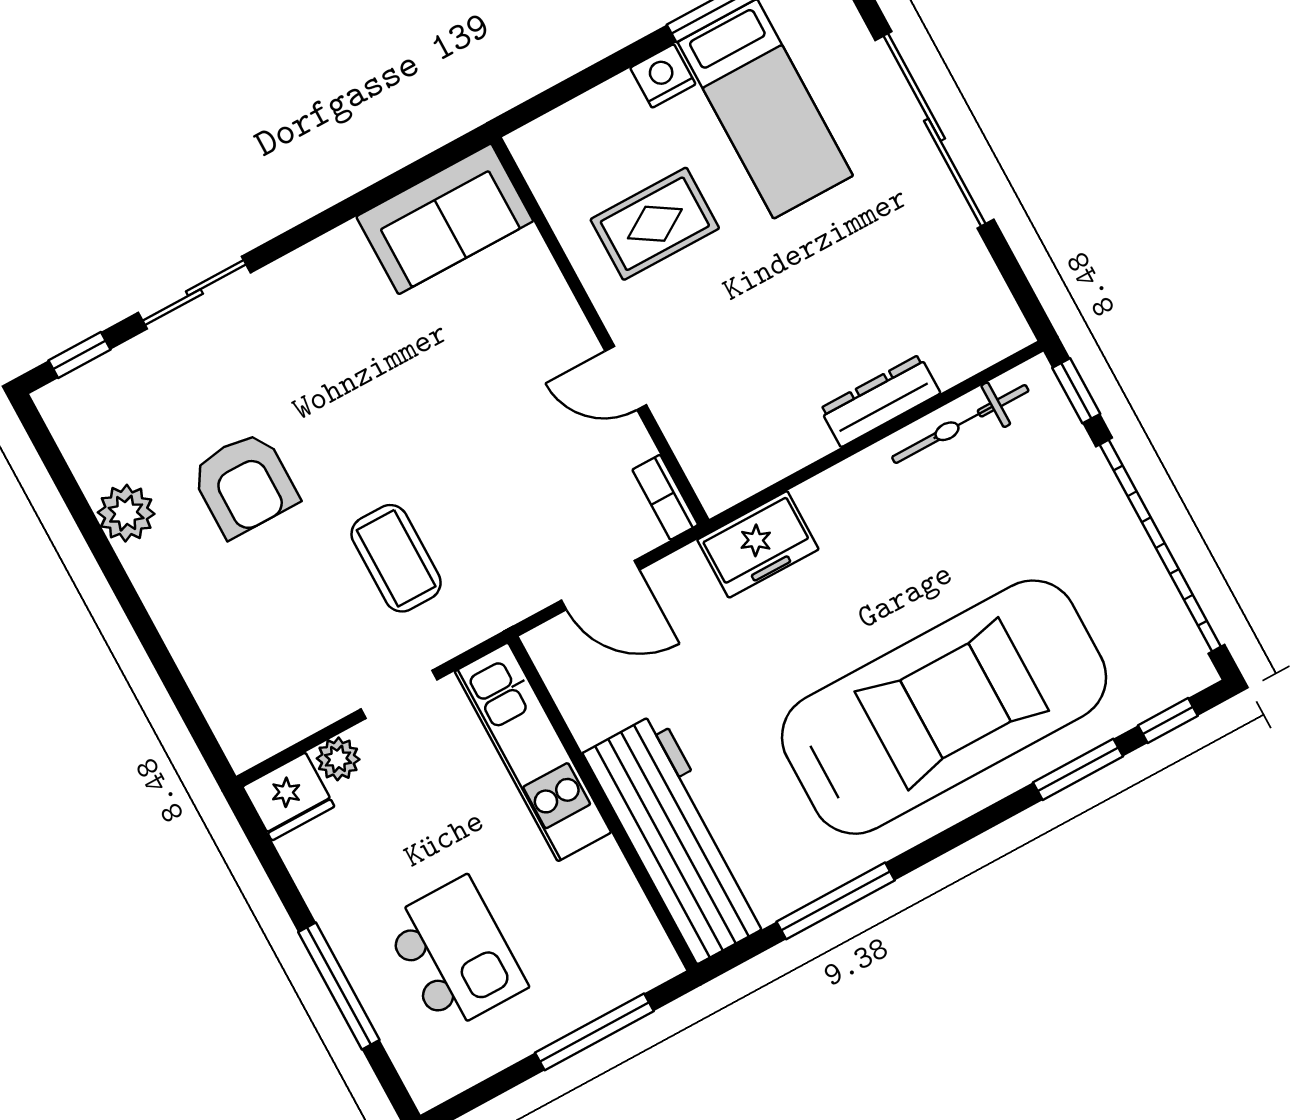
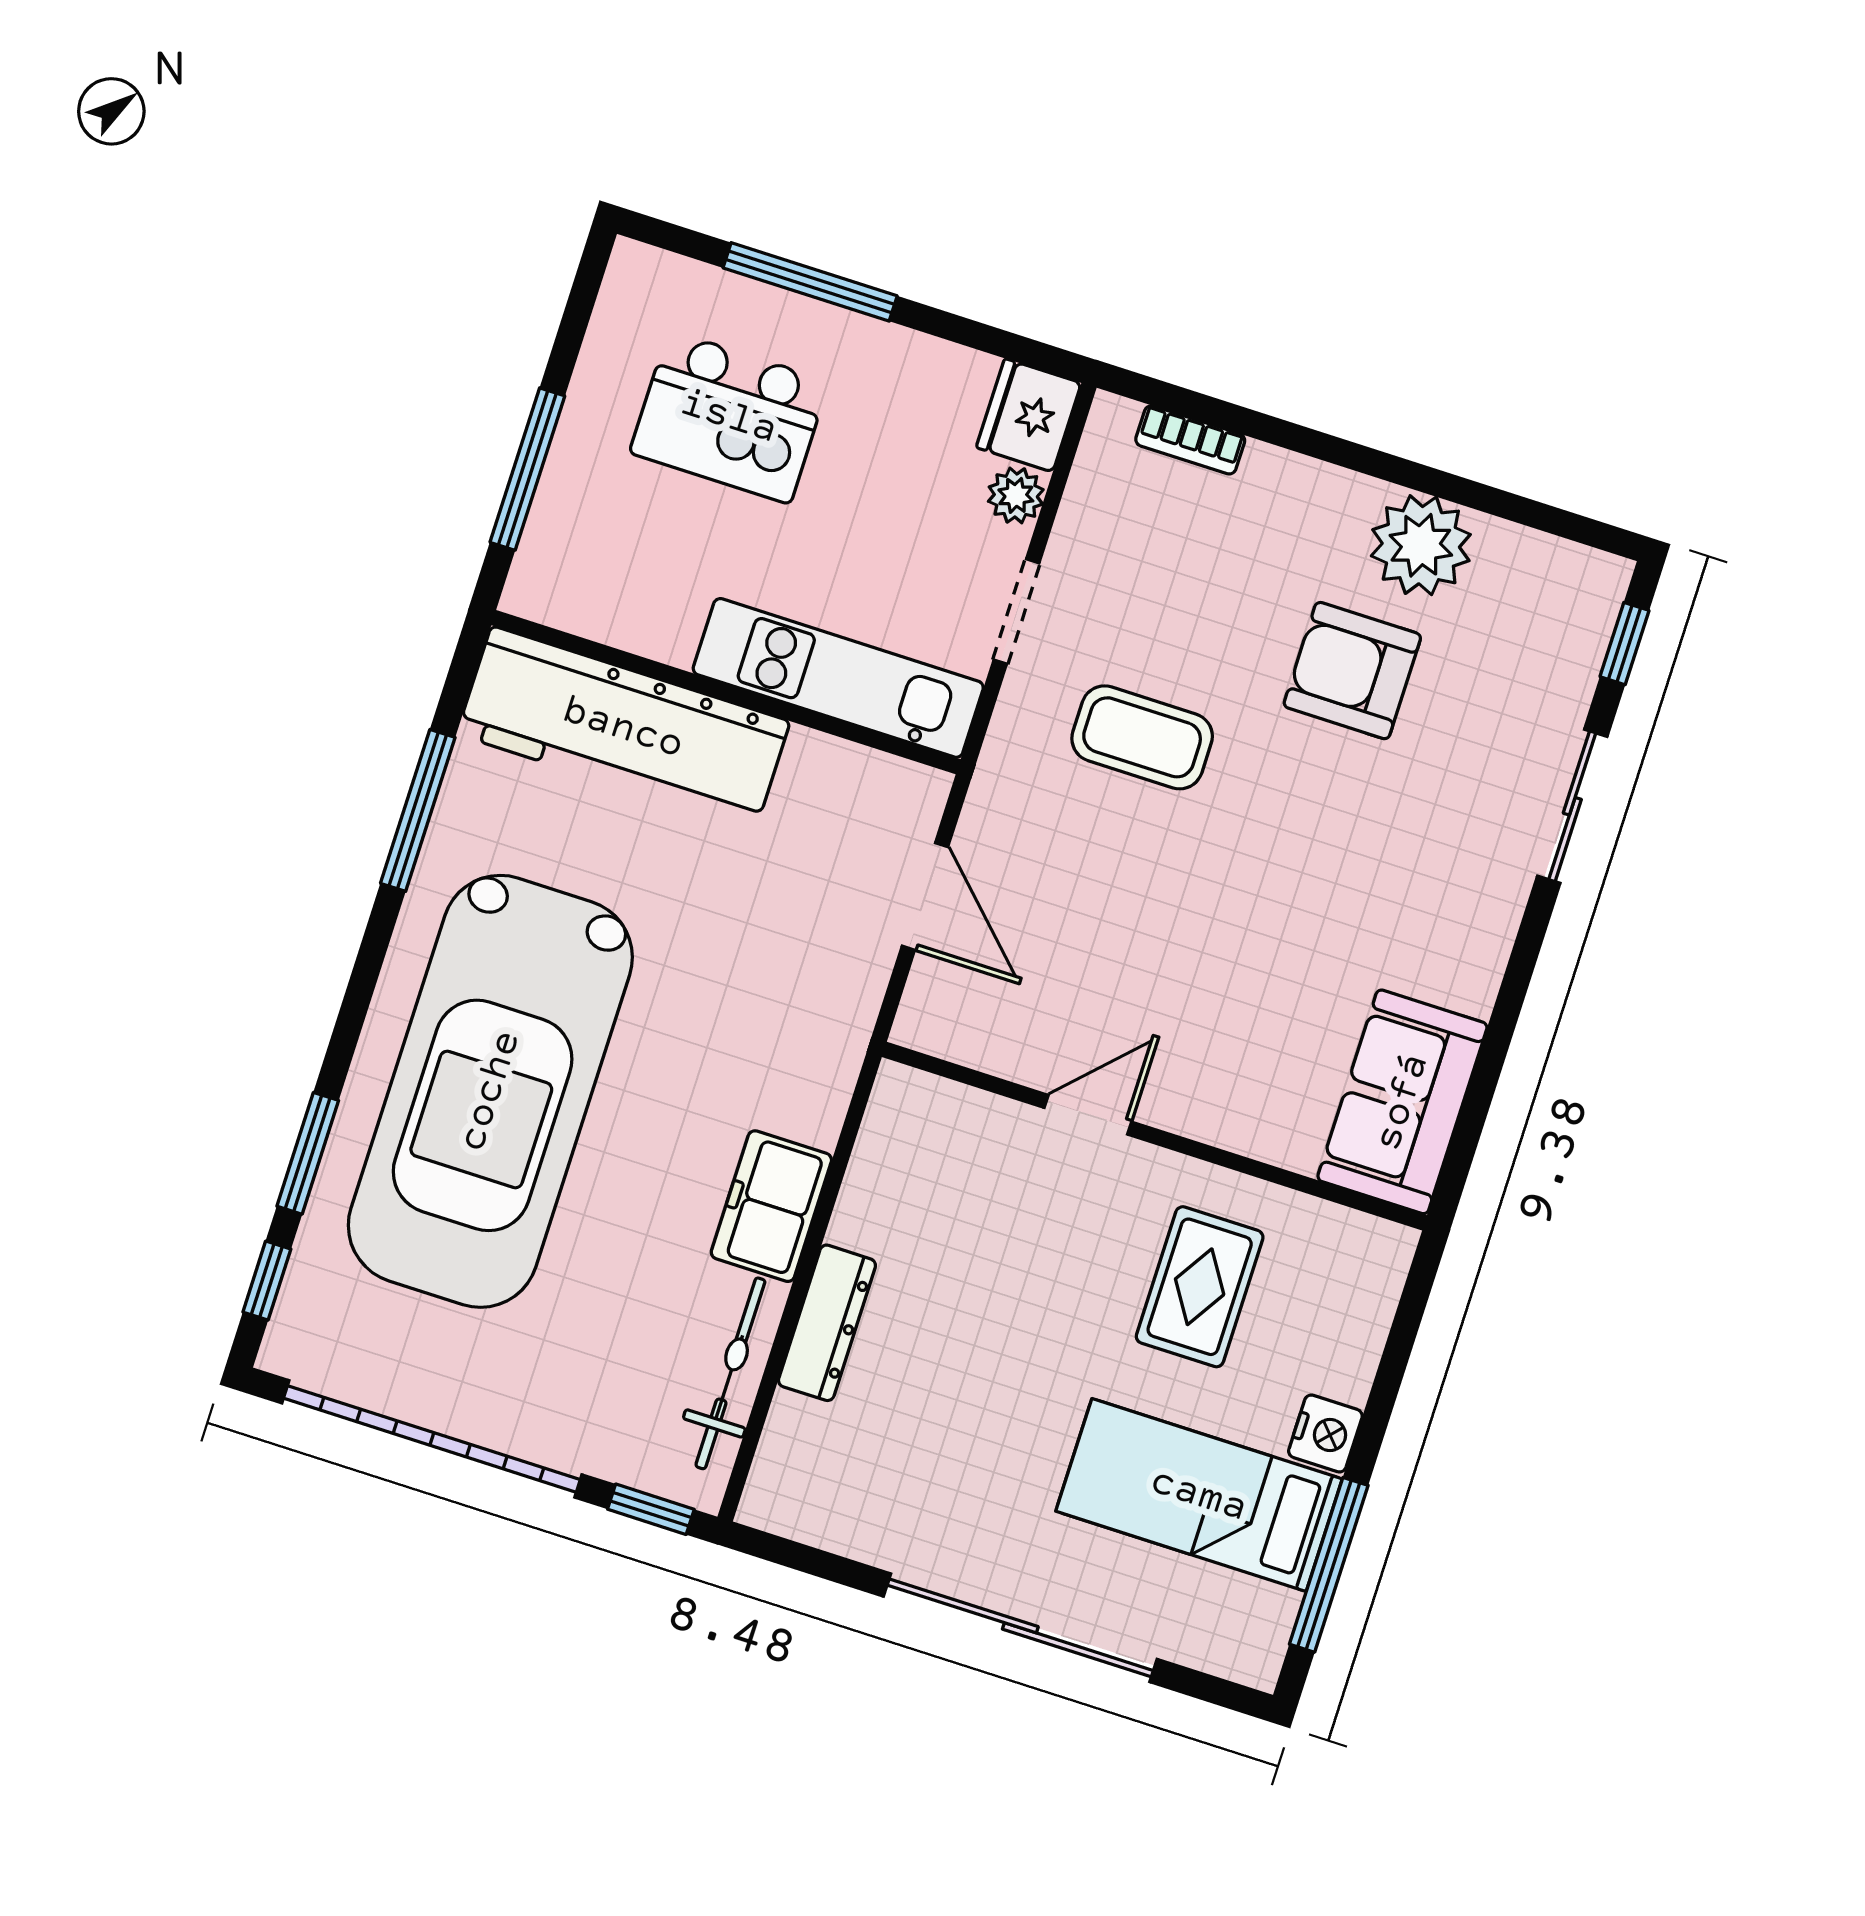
bookcase: (665, 497) -> (1190, 440), moved, turned 180
plant: (126, 513) -> (1421, 545), width x1.36, depth x1.36
freezer: (758, 544) -> (771, 1206), moved
door: (600, 585) -> (925, 896), swing flipped

